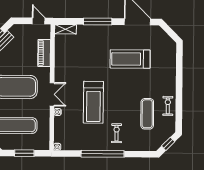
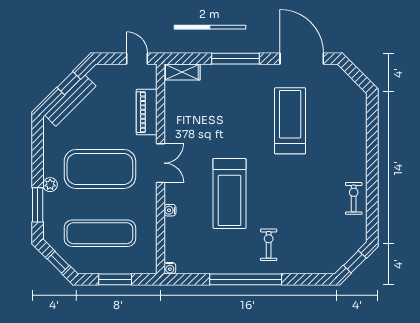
treadmill: (130, 59) -> (290, 121), turned 90
double door: (52, 94) -> (160, 163), moved
exercise mat: (147, 114) -> (320, 212), removed

